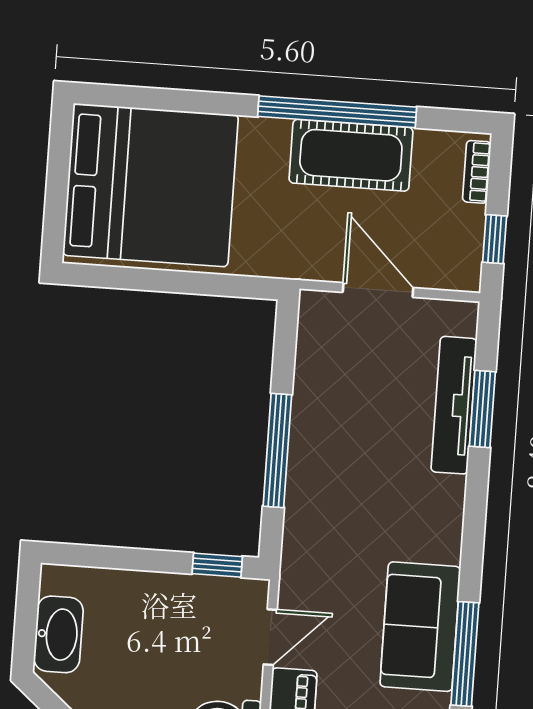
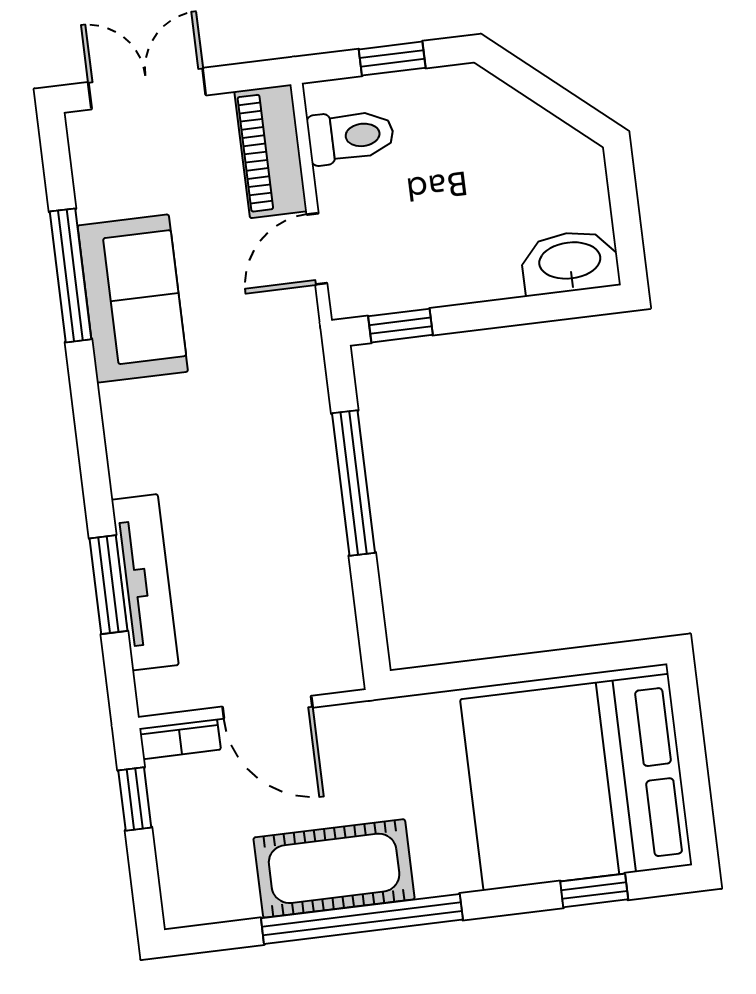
window: (153, 99) -> (594, 890), added
bookcase: (477, 172) -> (180, 739), moved, turned 90
washbasin: (58, 634) -> (570, 262), moved, turned 90

